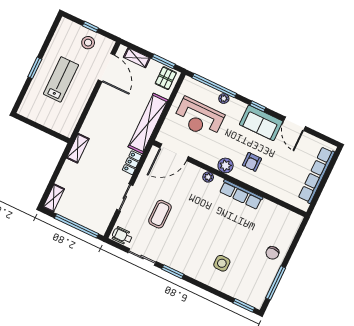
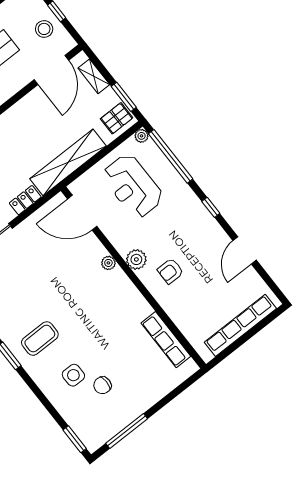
plant: (224, 99) -> (142, 136), moved
sofa: (261, 123) -> (205, 229), removed
row of seats: (241, 194) -> (166, 340), moved
coffee table: (160, 214) -> (40, 339), moved
chair: (272, 253) -> (102, 385), moved

